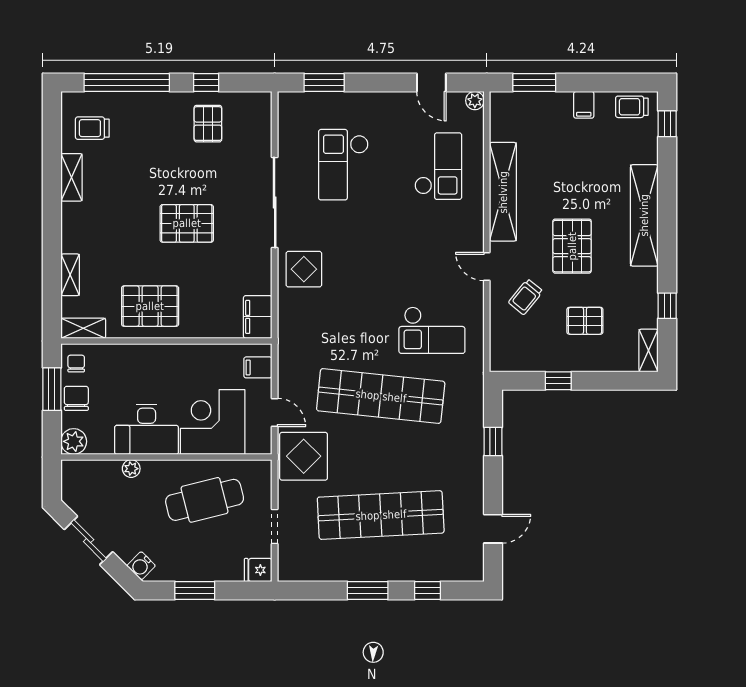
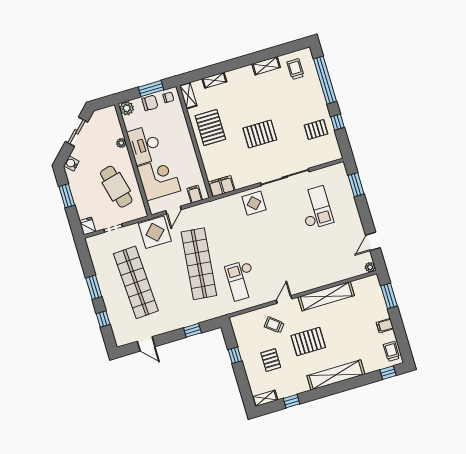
checkout: (343, 165) -> (315, 208), turned 90
checkout: (438, 166) -> (330, 258), removed
pallet: (187, 223) -> (260, 134), turned 90

